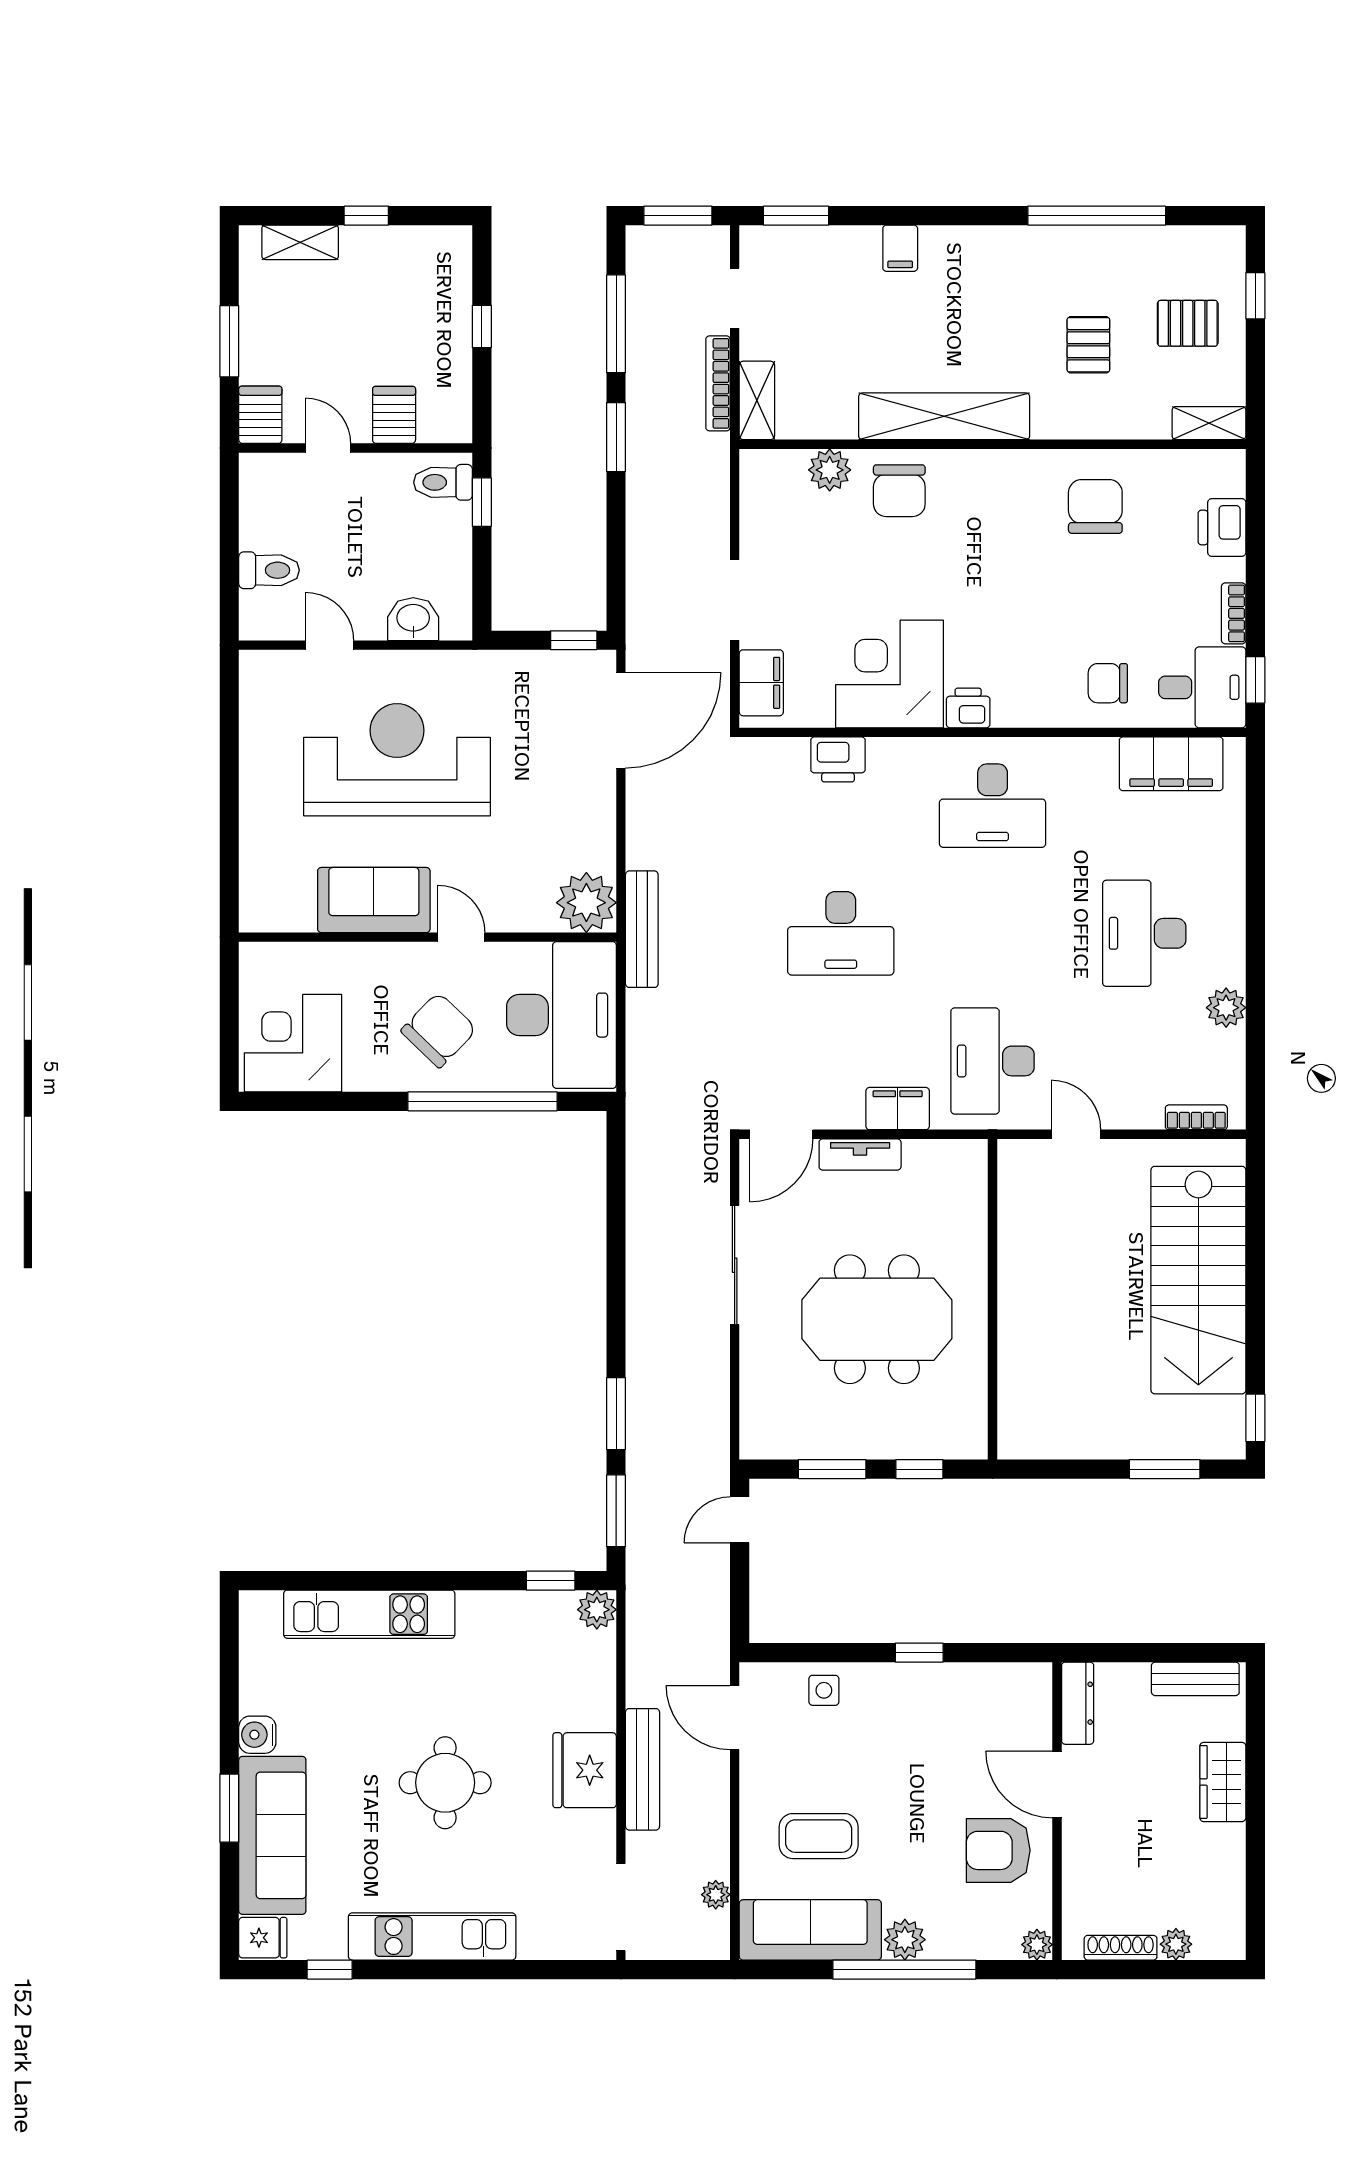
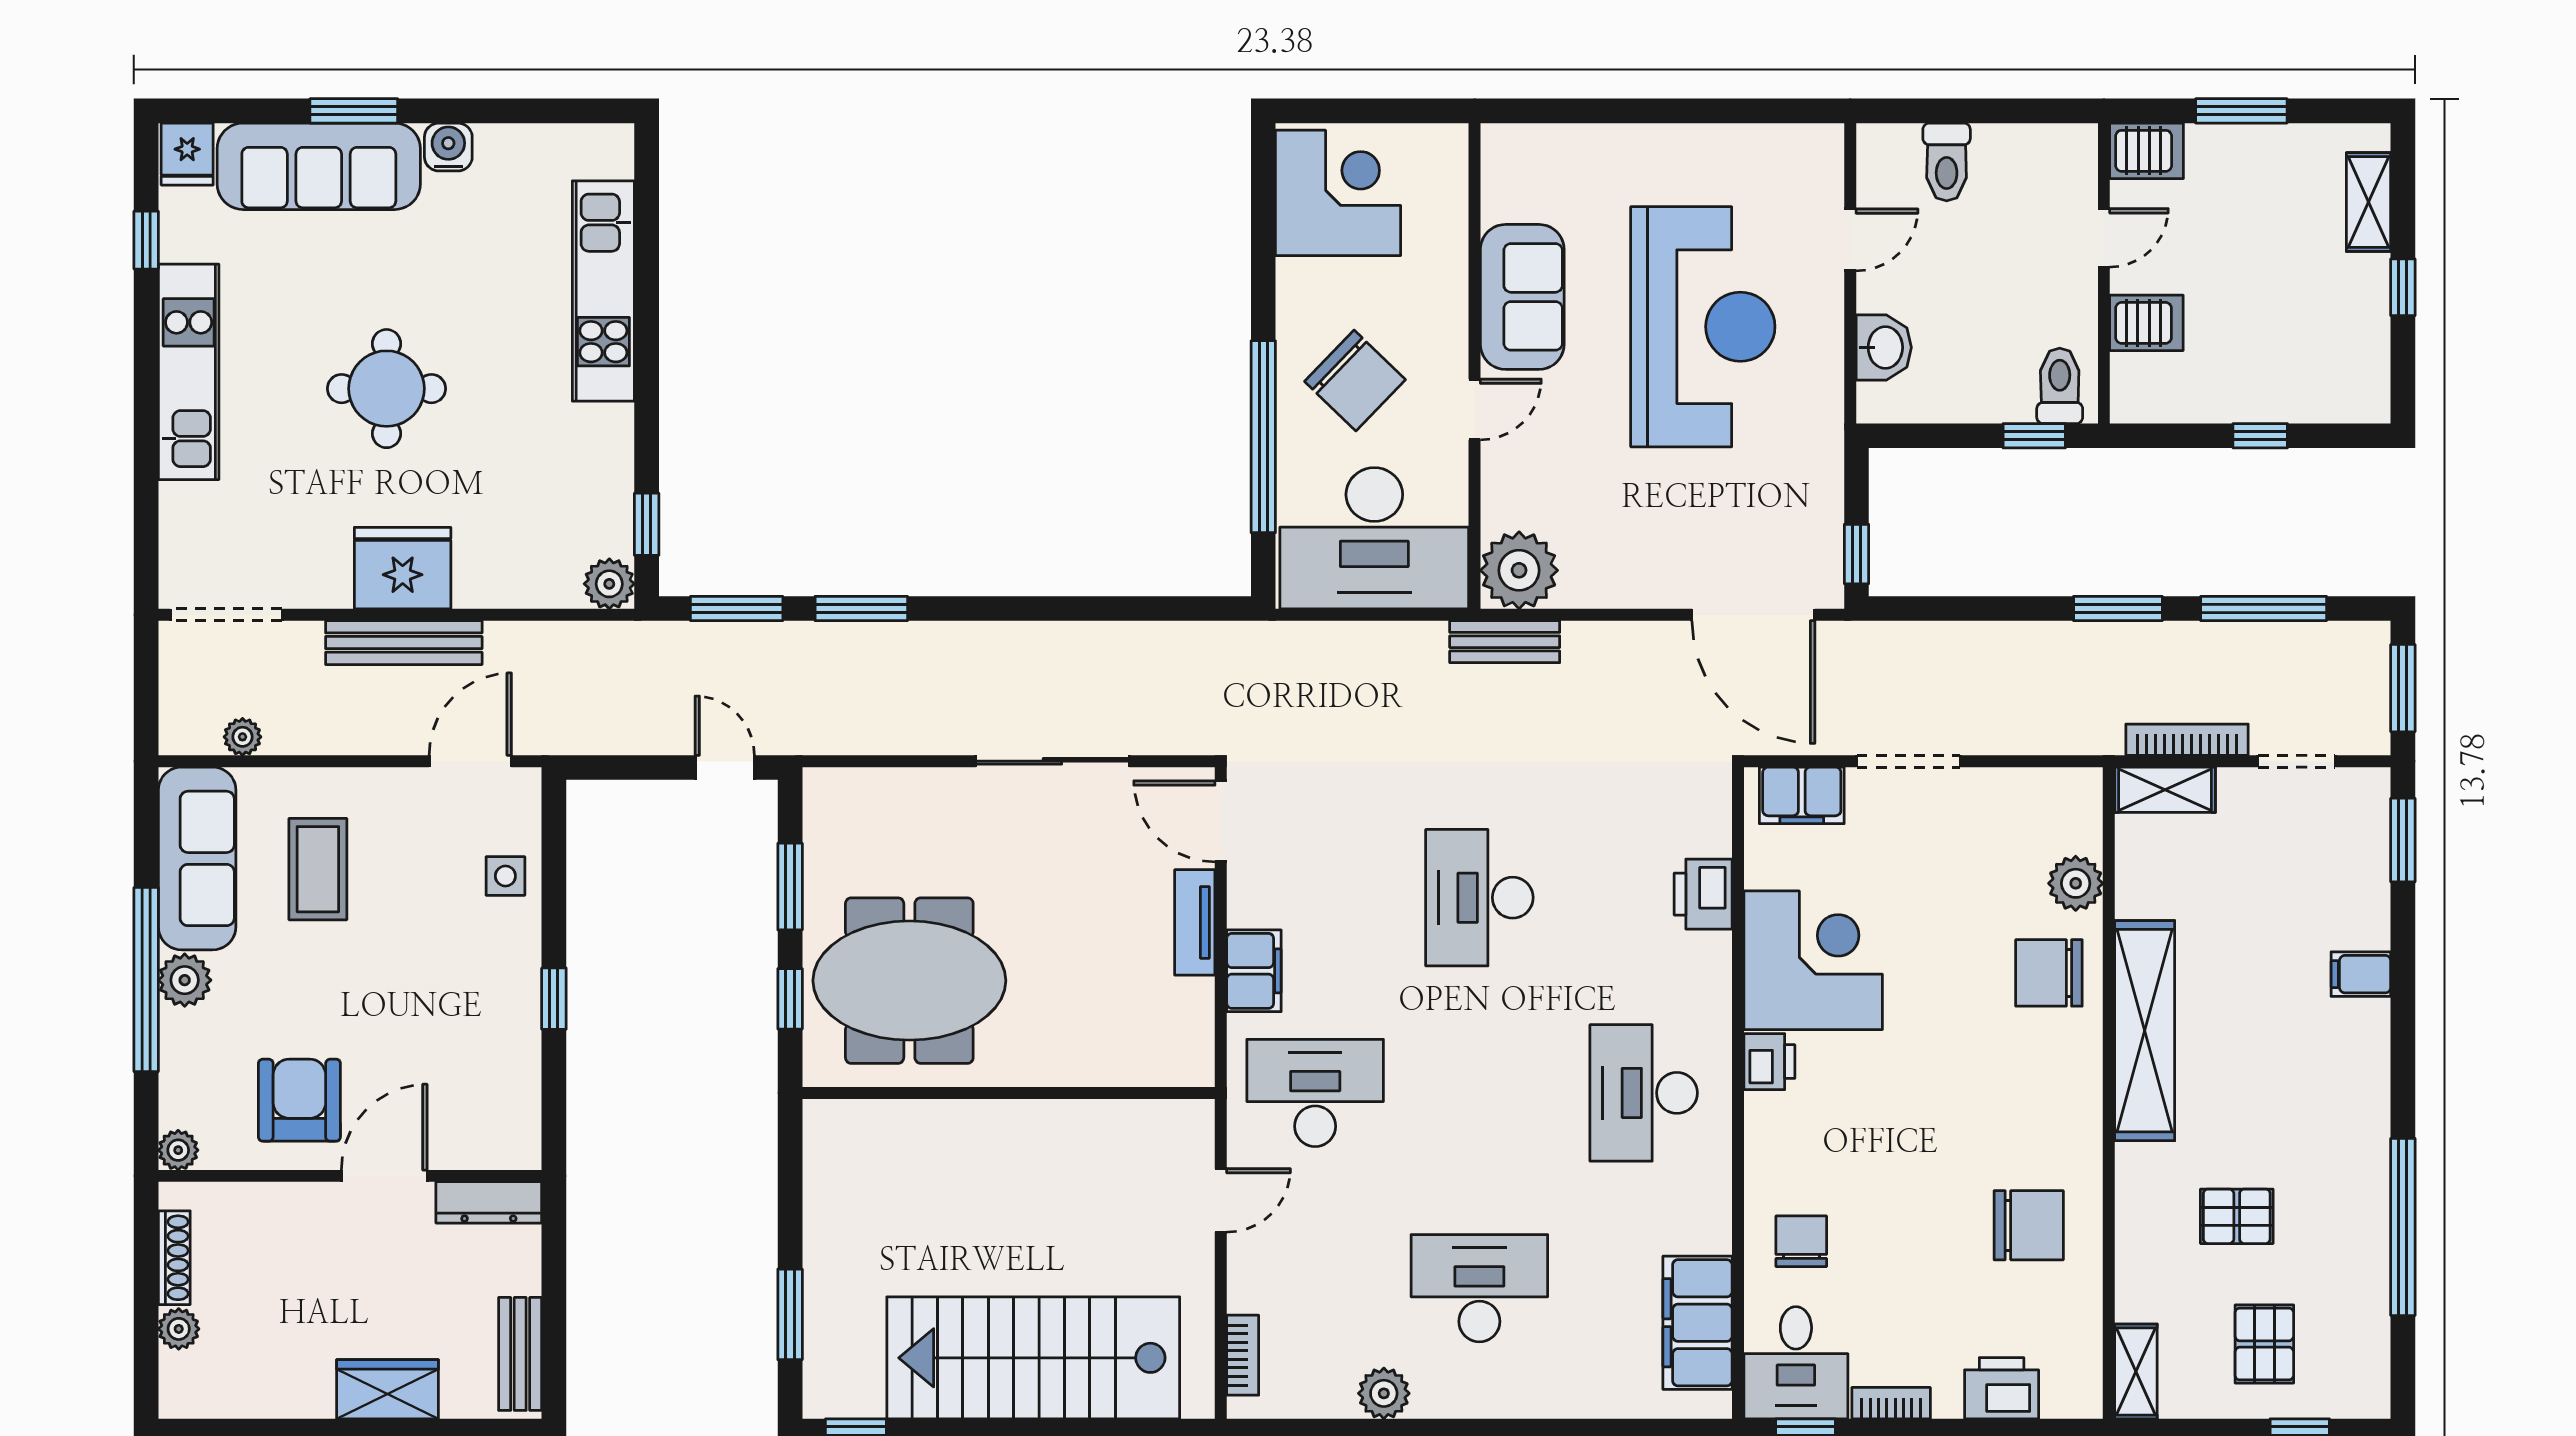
bench: (642, 929) -> (1505, 642), width x0.73
meeting table: (877, 1319) -> (909, 981), moved, turned 90

